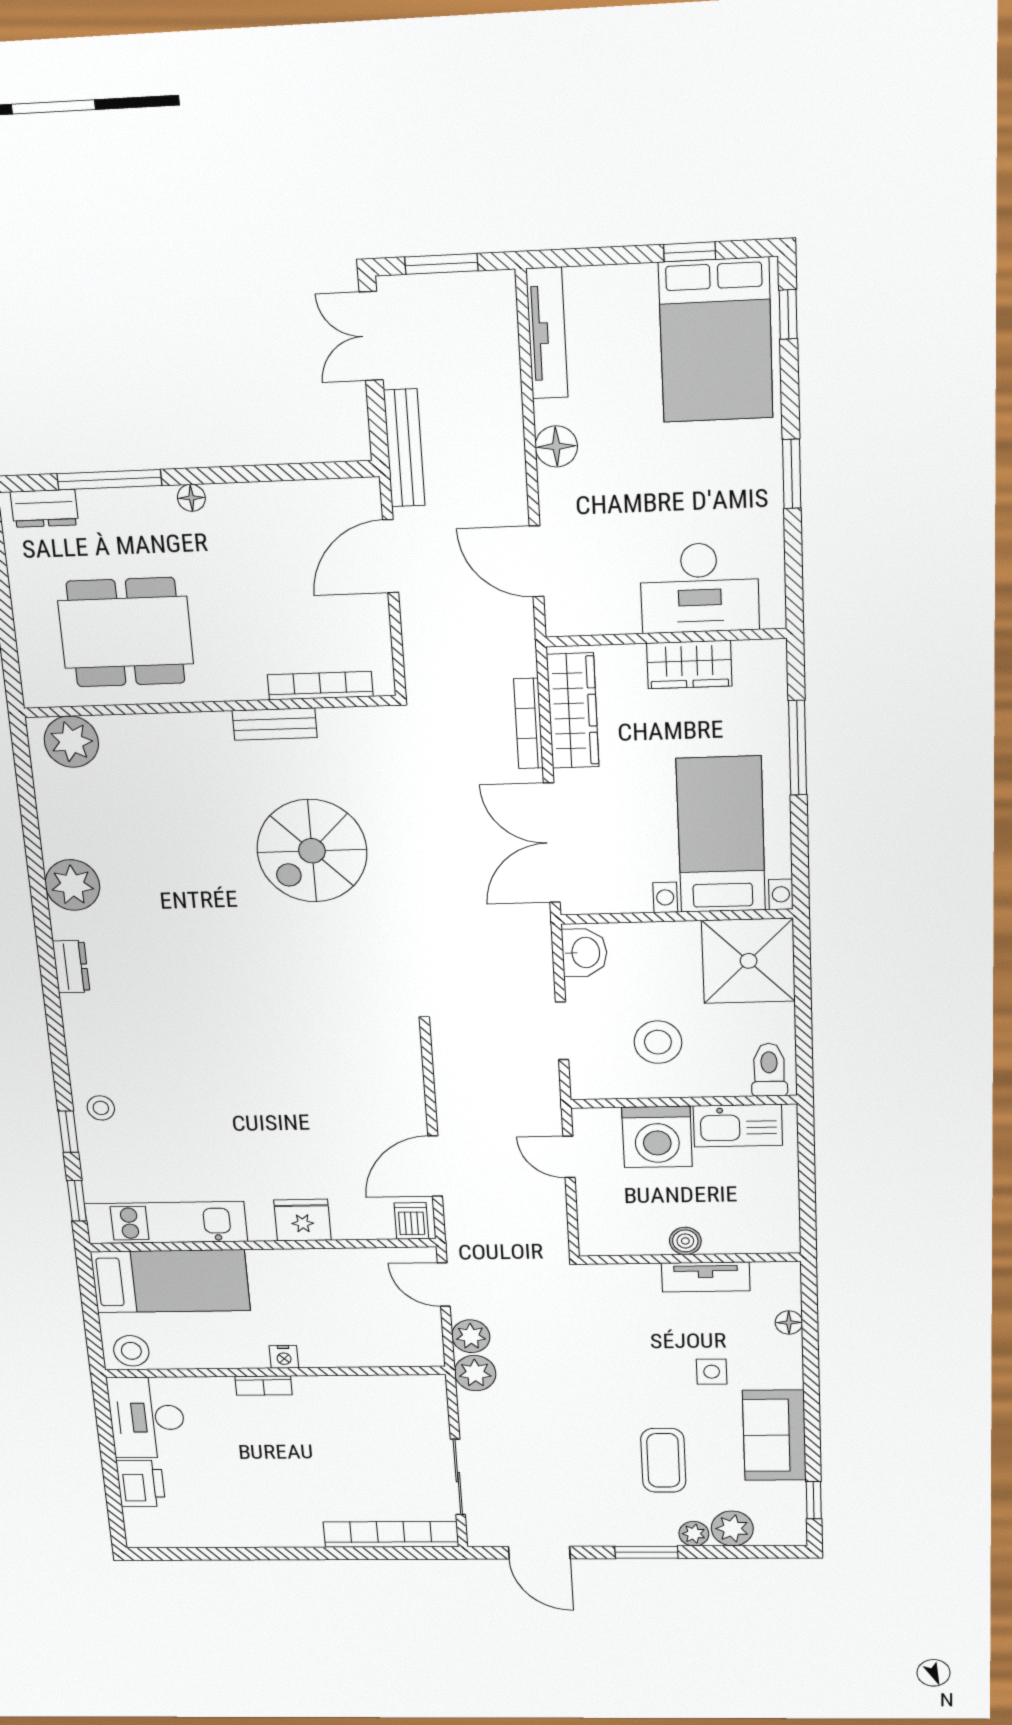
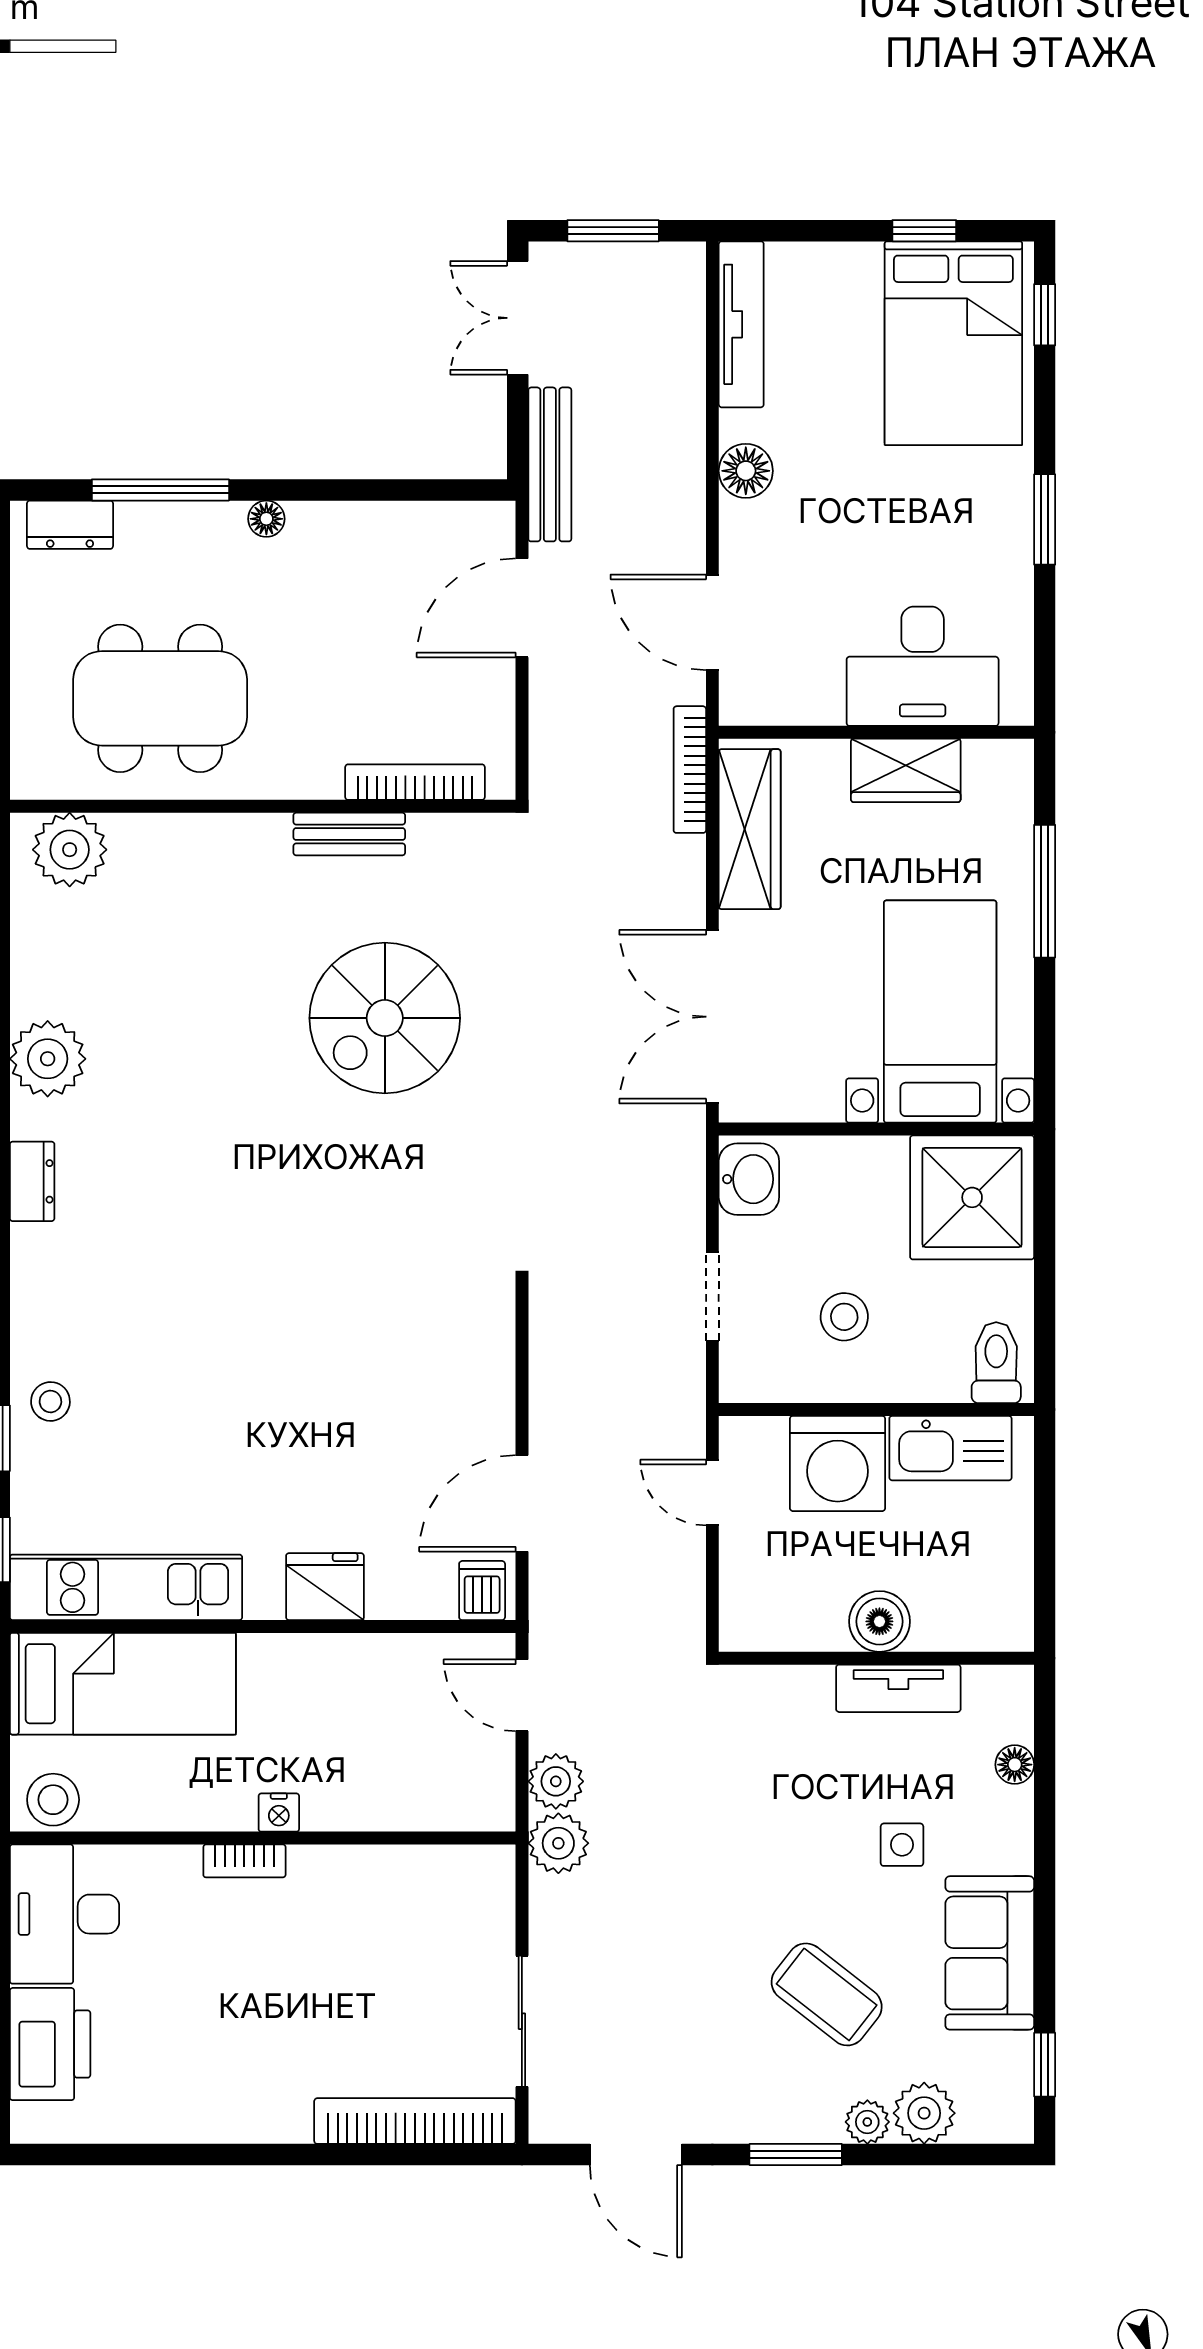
bookcase: (528, 724) -> (690, 770), moved
stool: (658, 1042) -> (844, 1317), width x0.73, depth x0.73
boiler: (685, 1241) -> (879, 1621), width x1.36, depth x1.36
coffee table: (663, 1460) -> (827, 1994), turned -52
printer: (141, 1483) -> (50, 2044), width x1.37, depth x1.19

